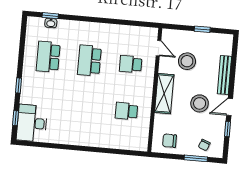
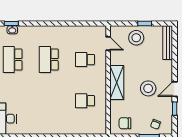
stool: (187, 61) -> (136, 38), moved
bench: (224, 75) -> (168, 43), moved

